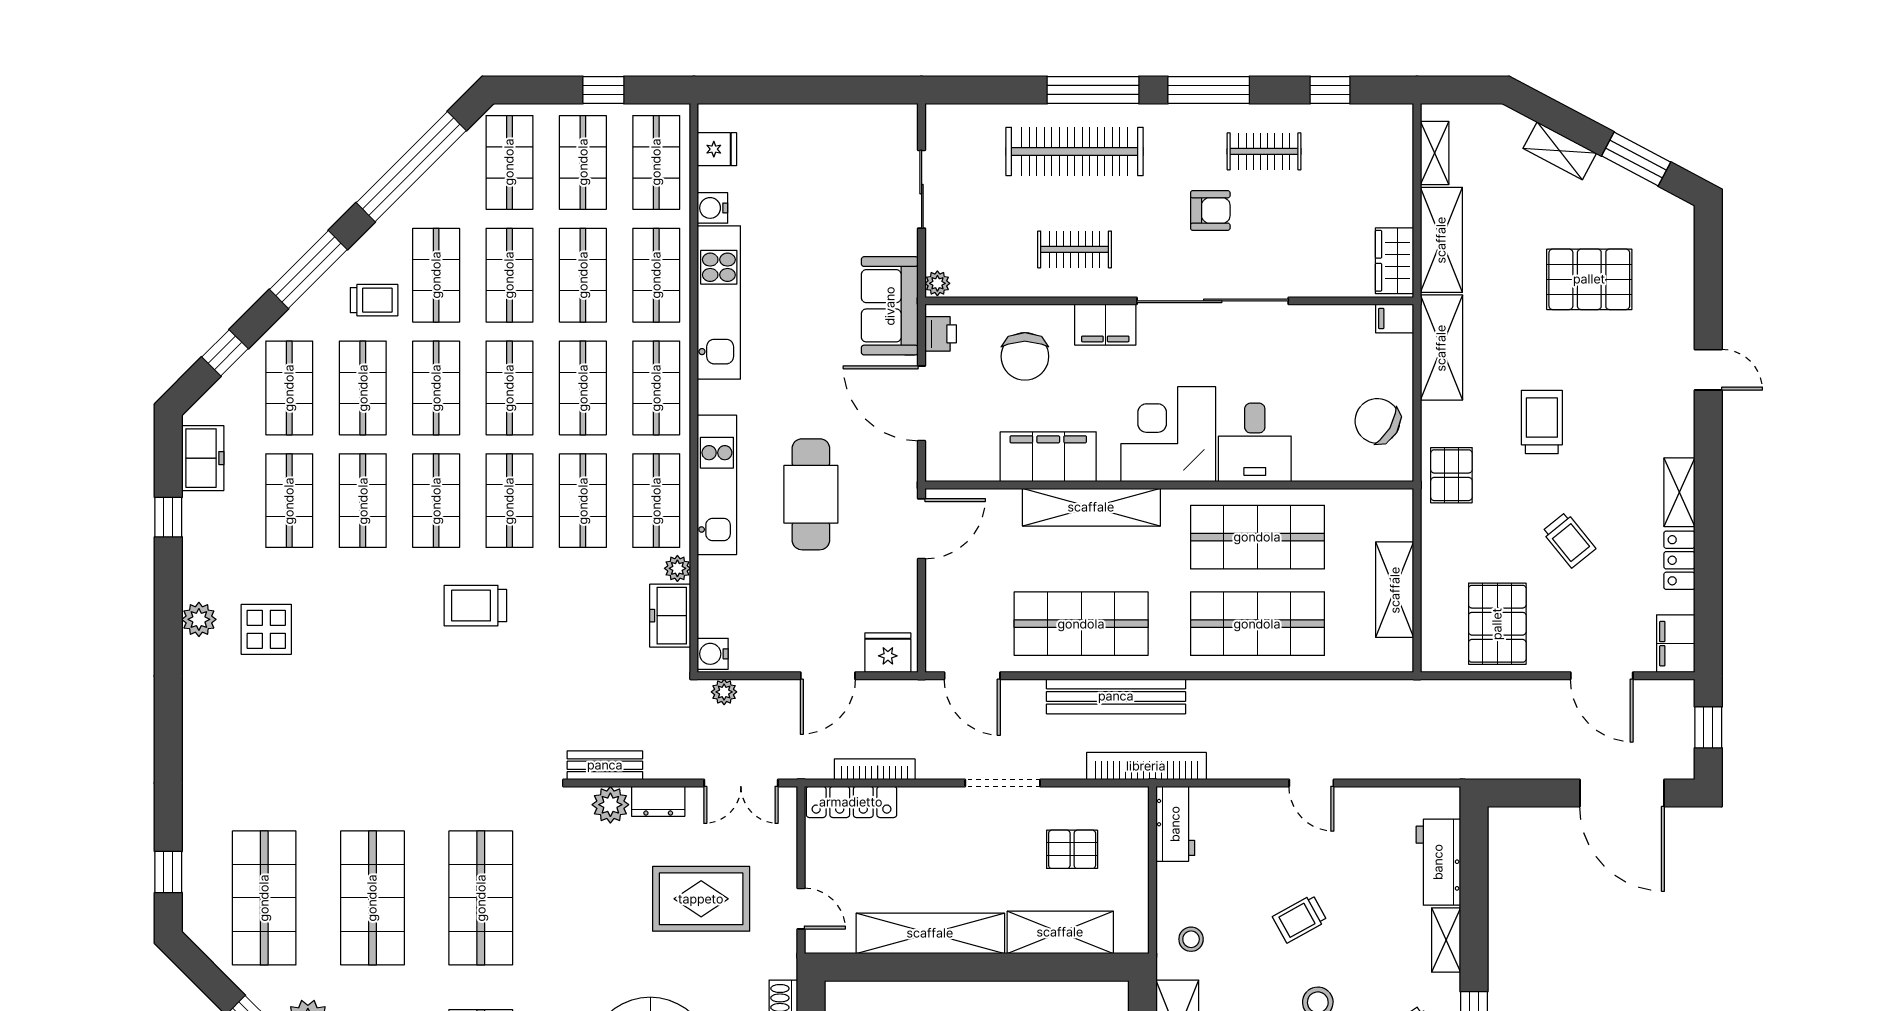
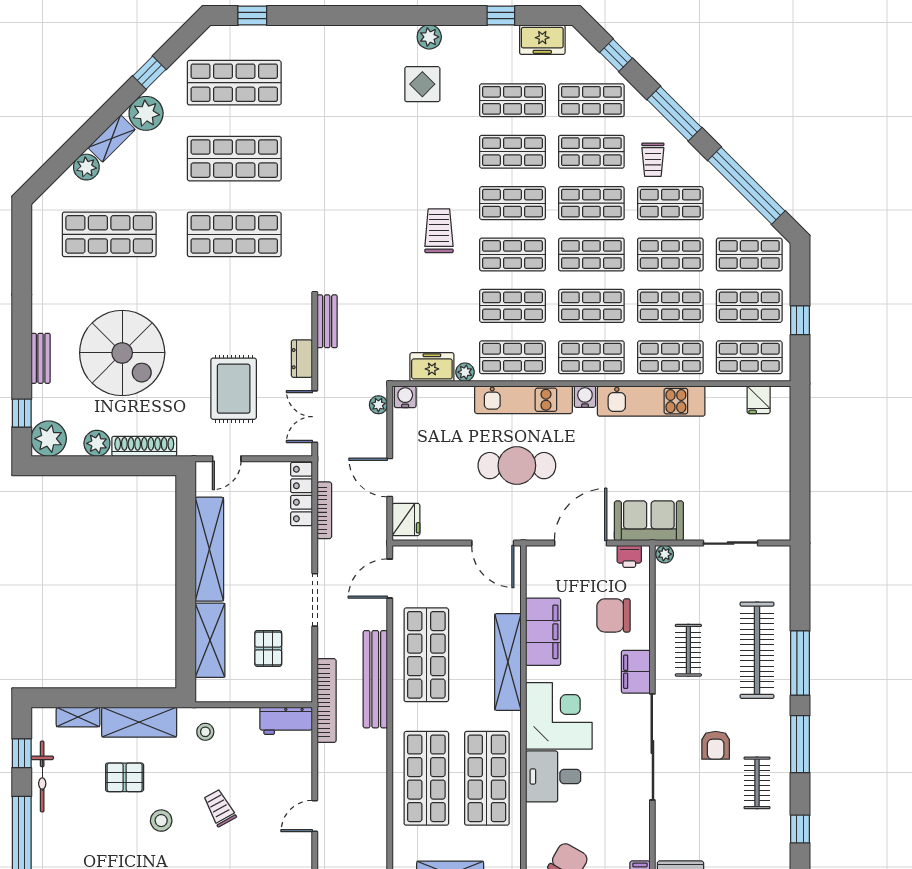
water cooler: (712, 208) -> (585, 397), moved
plant: (610, 805) -> (299, 325), removed

